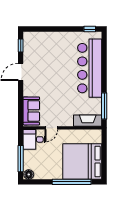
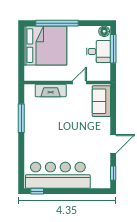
bar counter: (90, 68) -> (58, 175), moved, turned -90
window: (104, 106) -> (21, 118), moved
fireplace: (88, 121) -> (51, 91), moved
desk: (34, 139) -> (98, 51), moved

